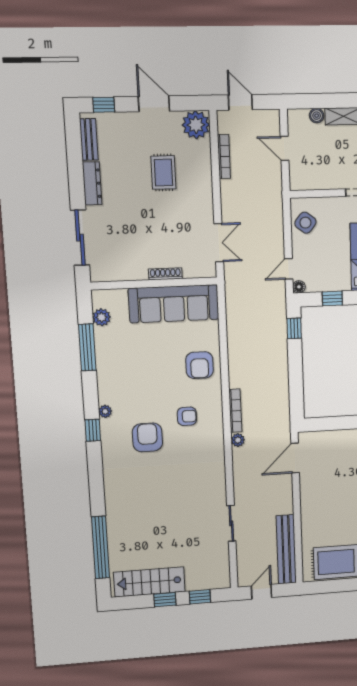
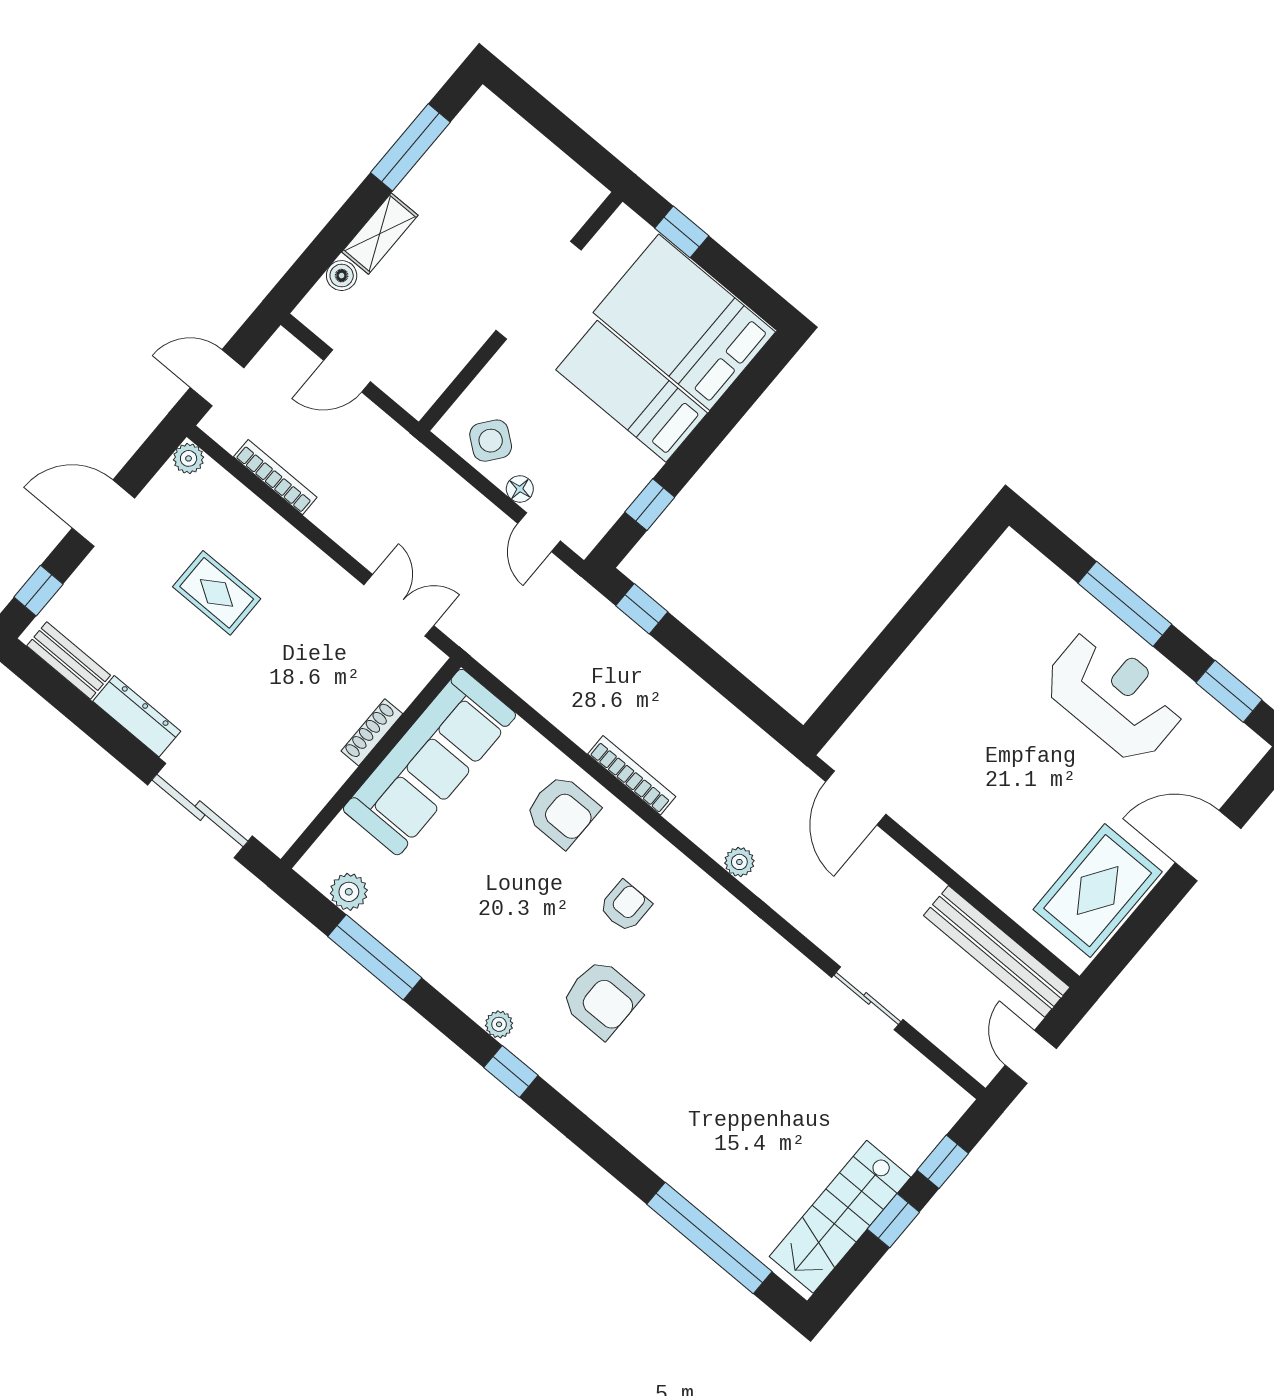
plant: (196, 125) -> (189, 458), width x0.53, depth x0.53
floor lamp: (299, 287) -> (520, 489), moved
bookcase: (235, 411) -> (632, 775), moved
armchair: (147, 437) -> (601, 999), turned 180

